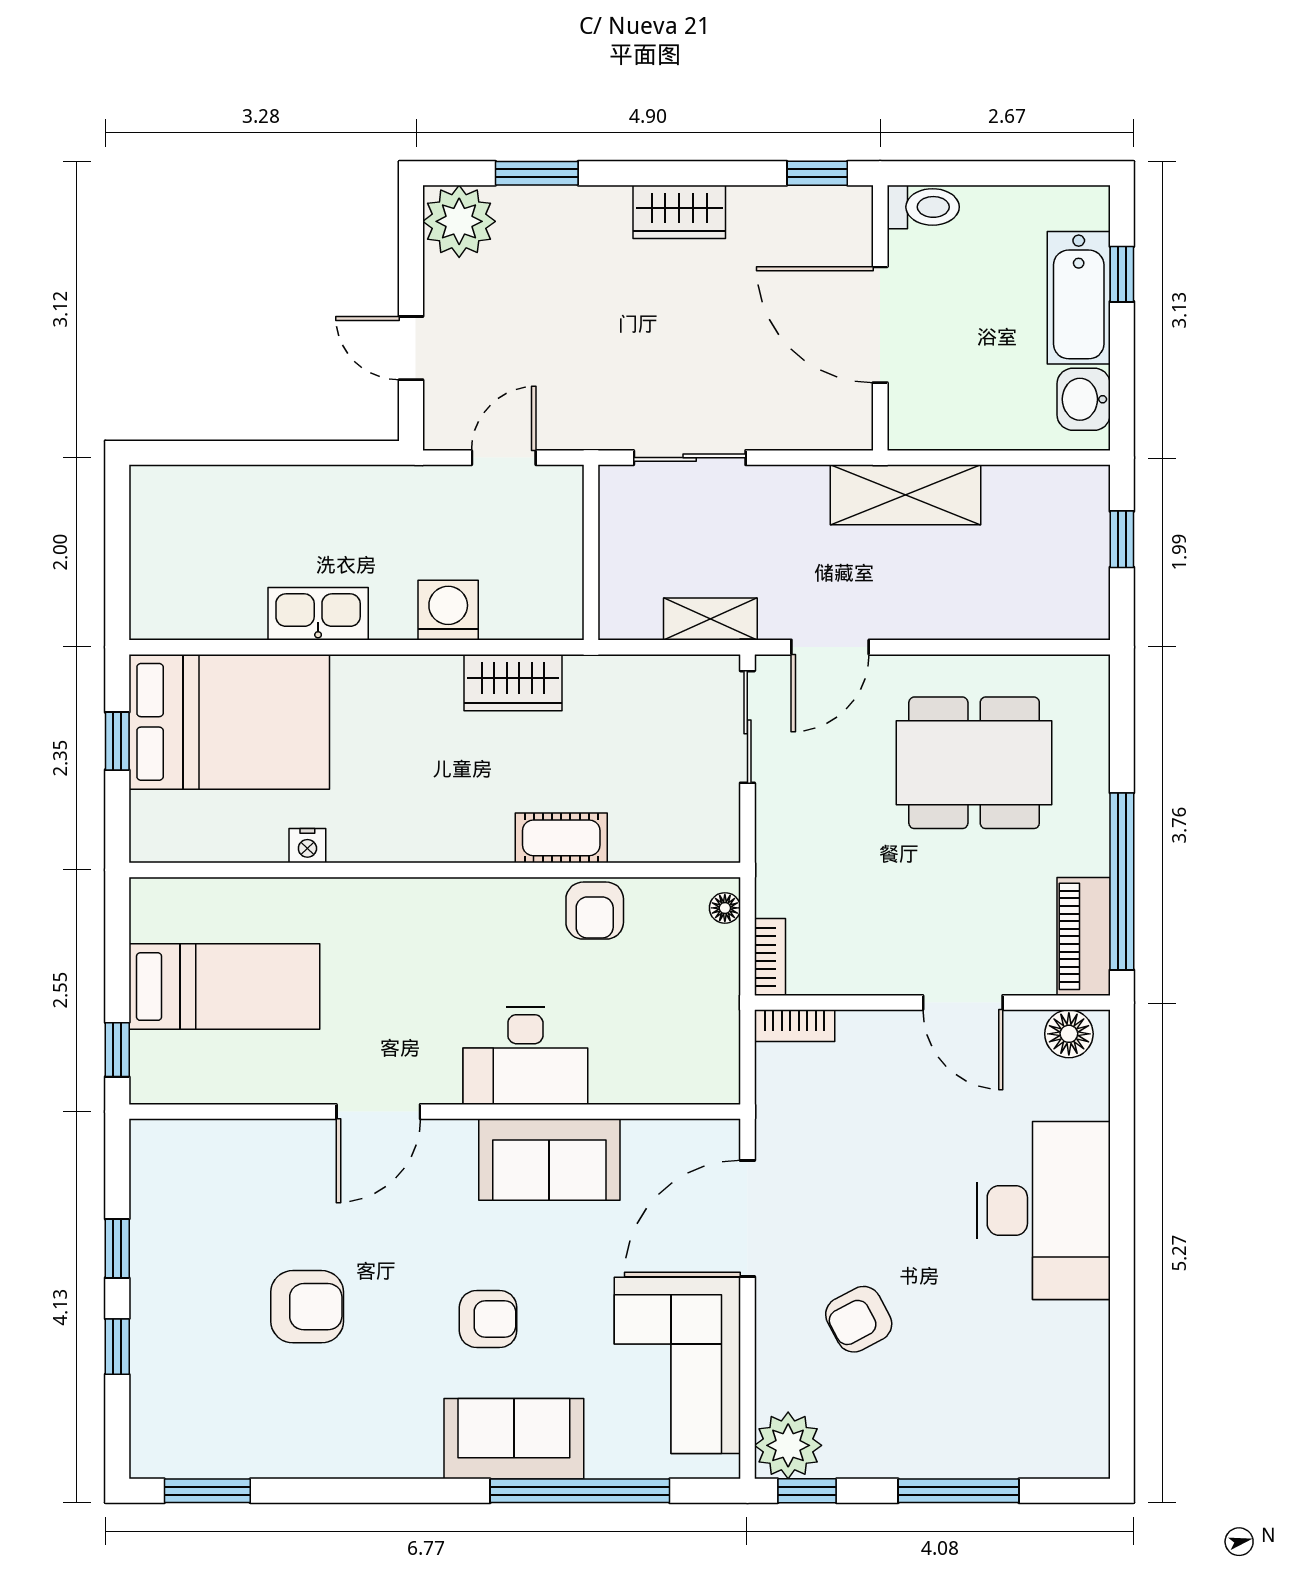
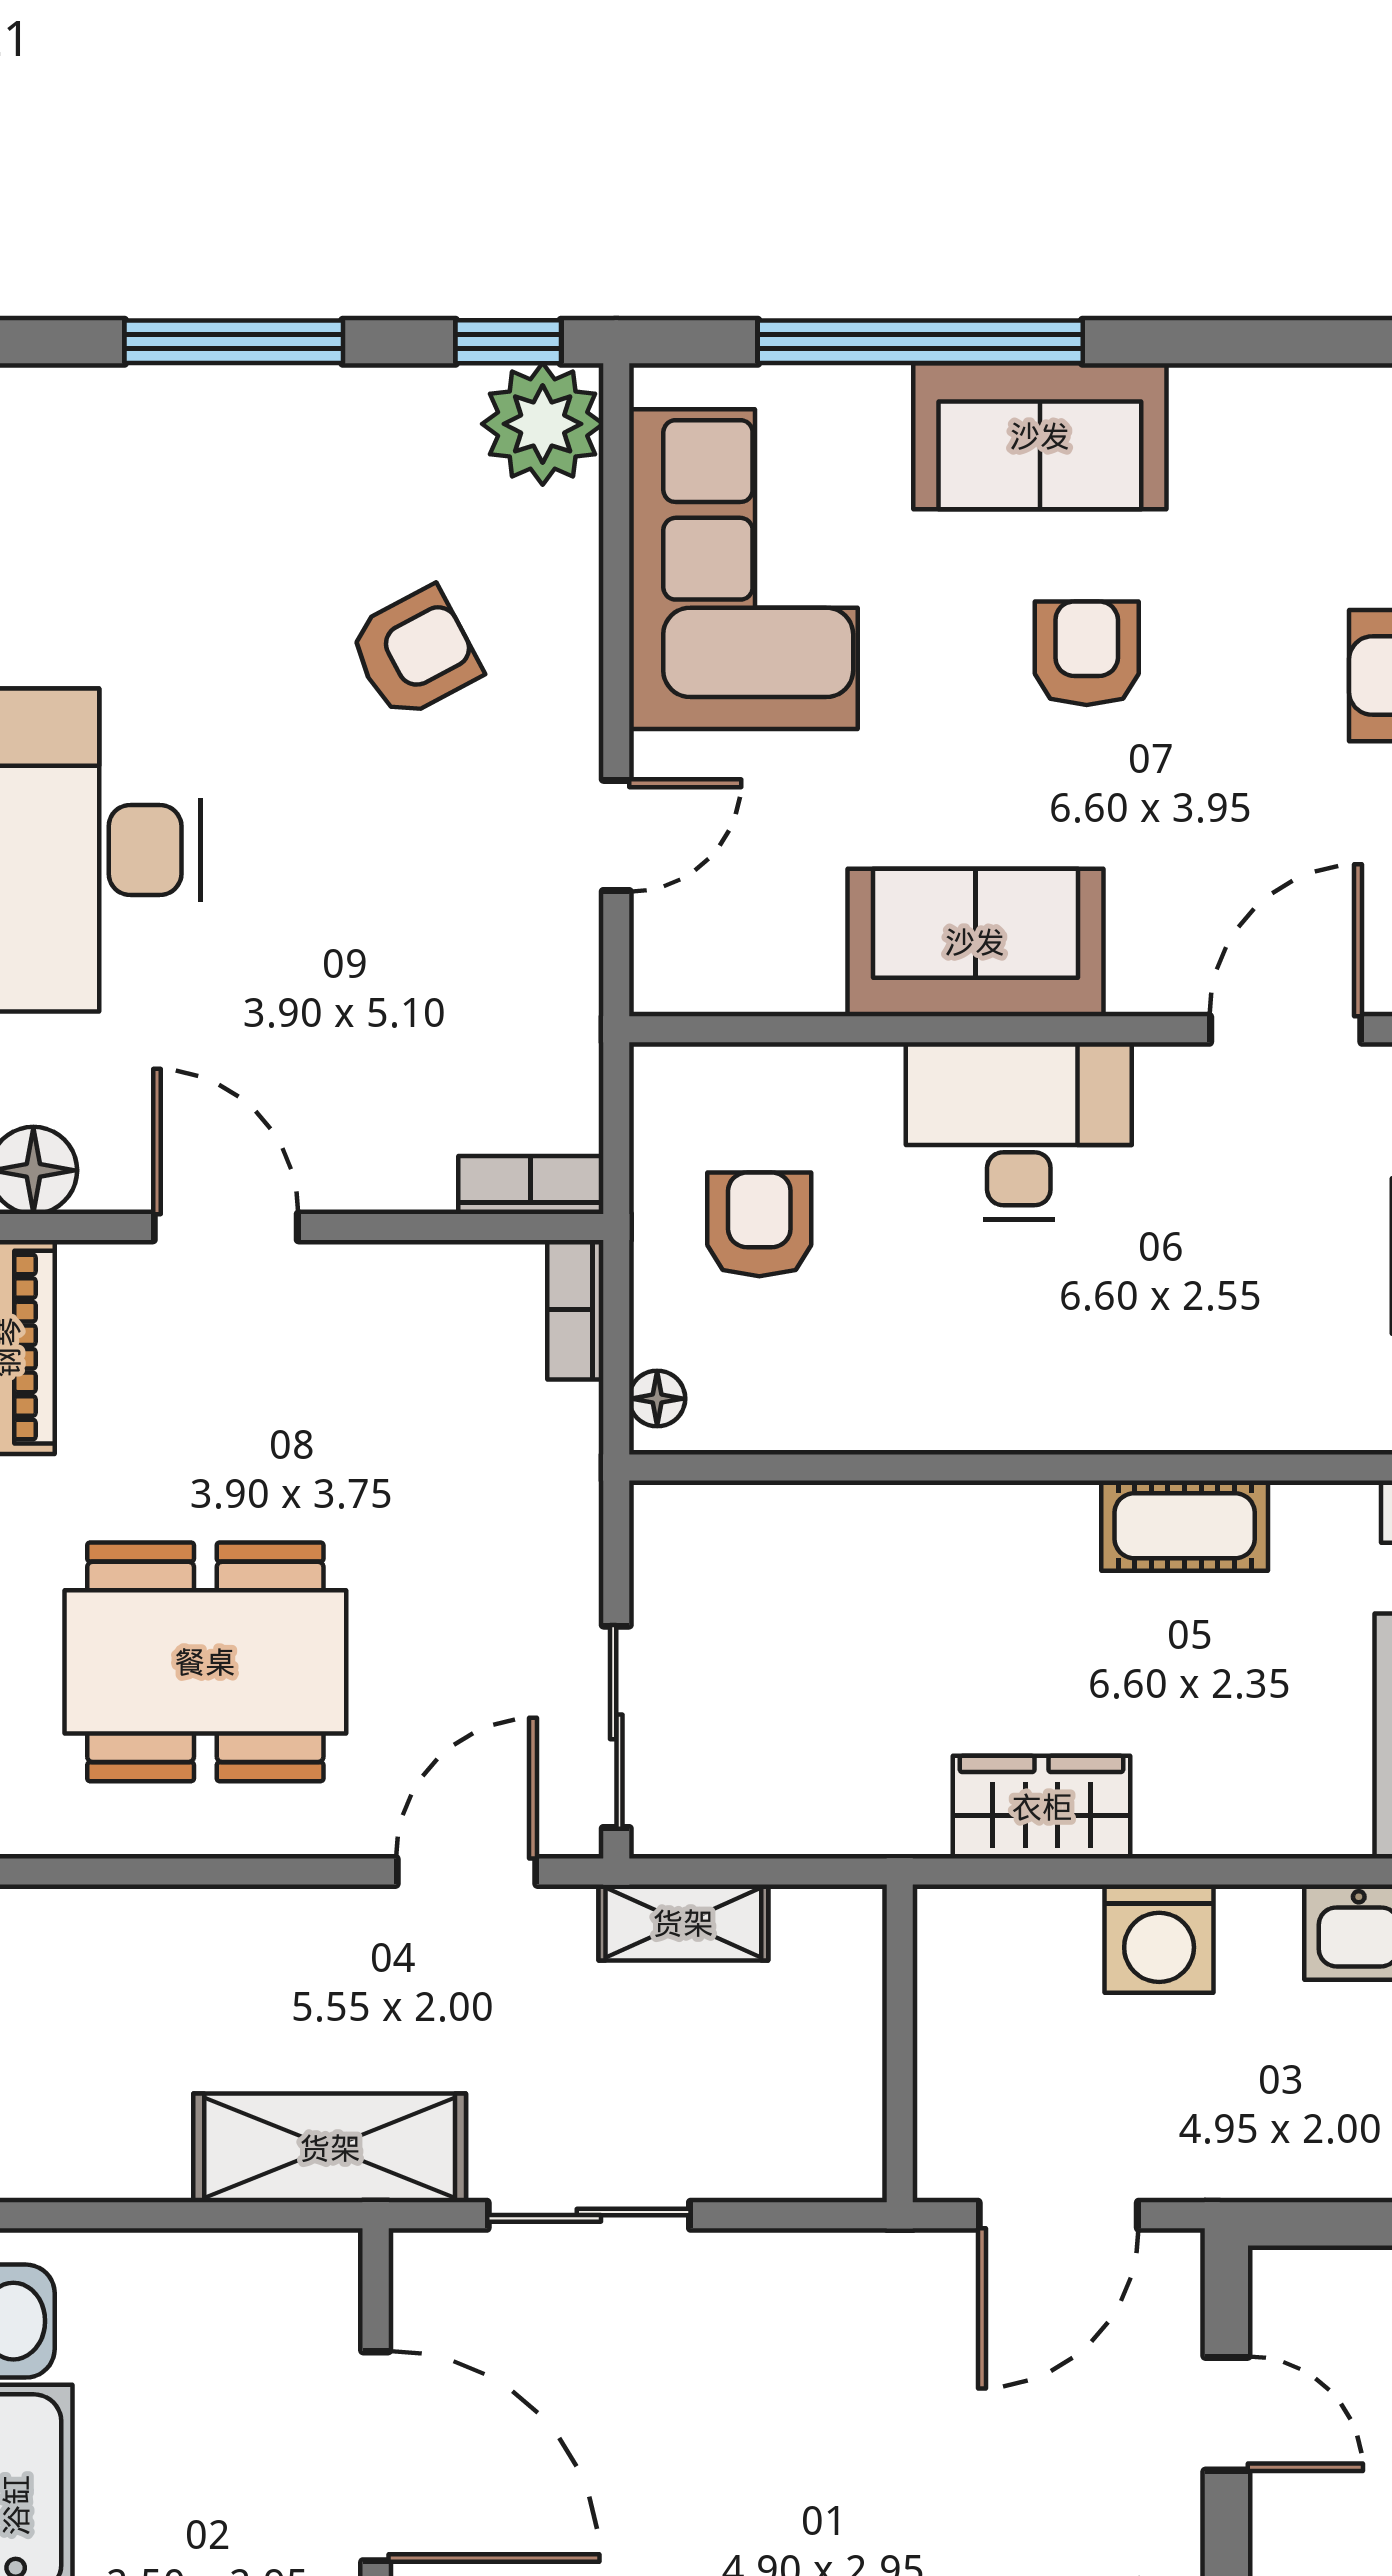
door: (504, 458) -> (1058, 2215), width x1.38
sliding door: (690, 458) -> (589, 2215), moved
cot: (561, 838) -> (1185, 1526), moved
armchair: (595, 911) -> (759, 1224), moved
door: (747, 1218) -> (616, 835), width x0.53
armchair: (488, 1319) -> (1087, 653), turned 90

